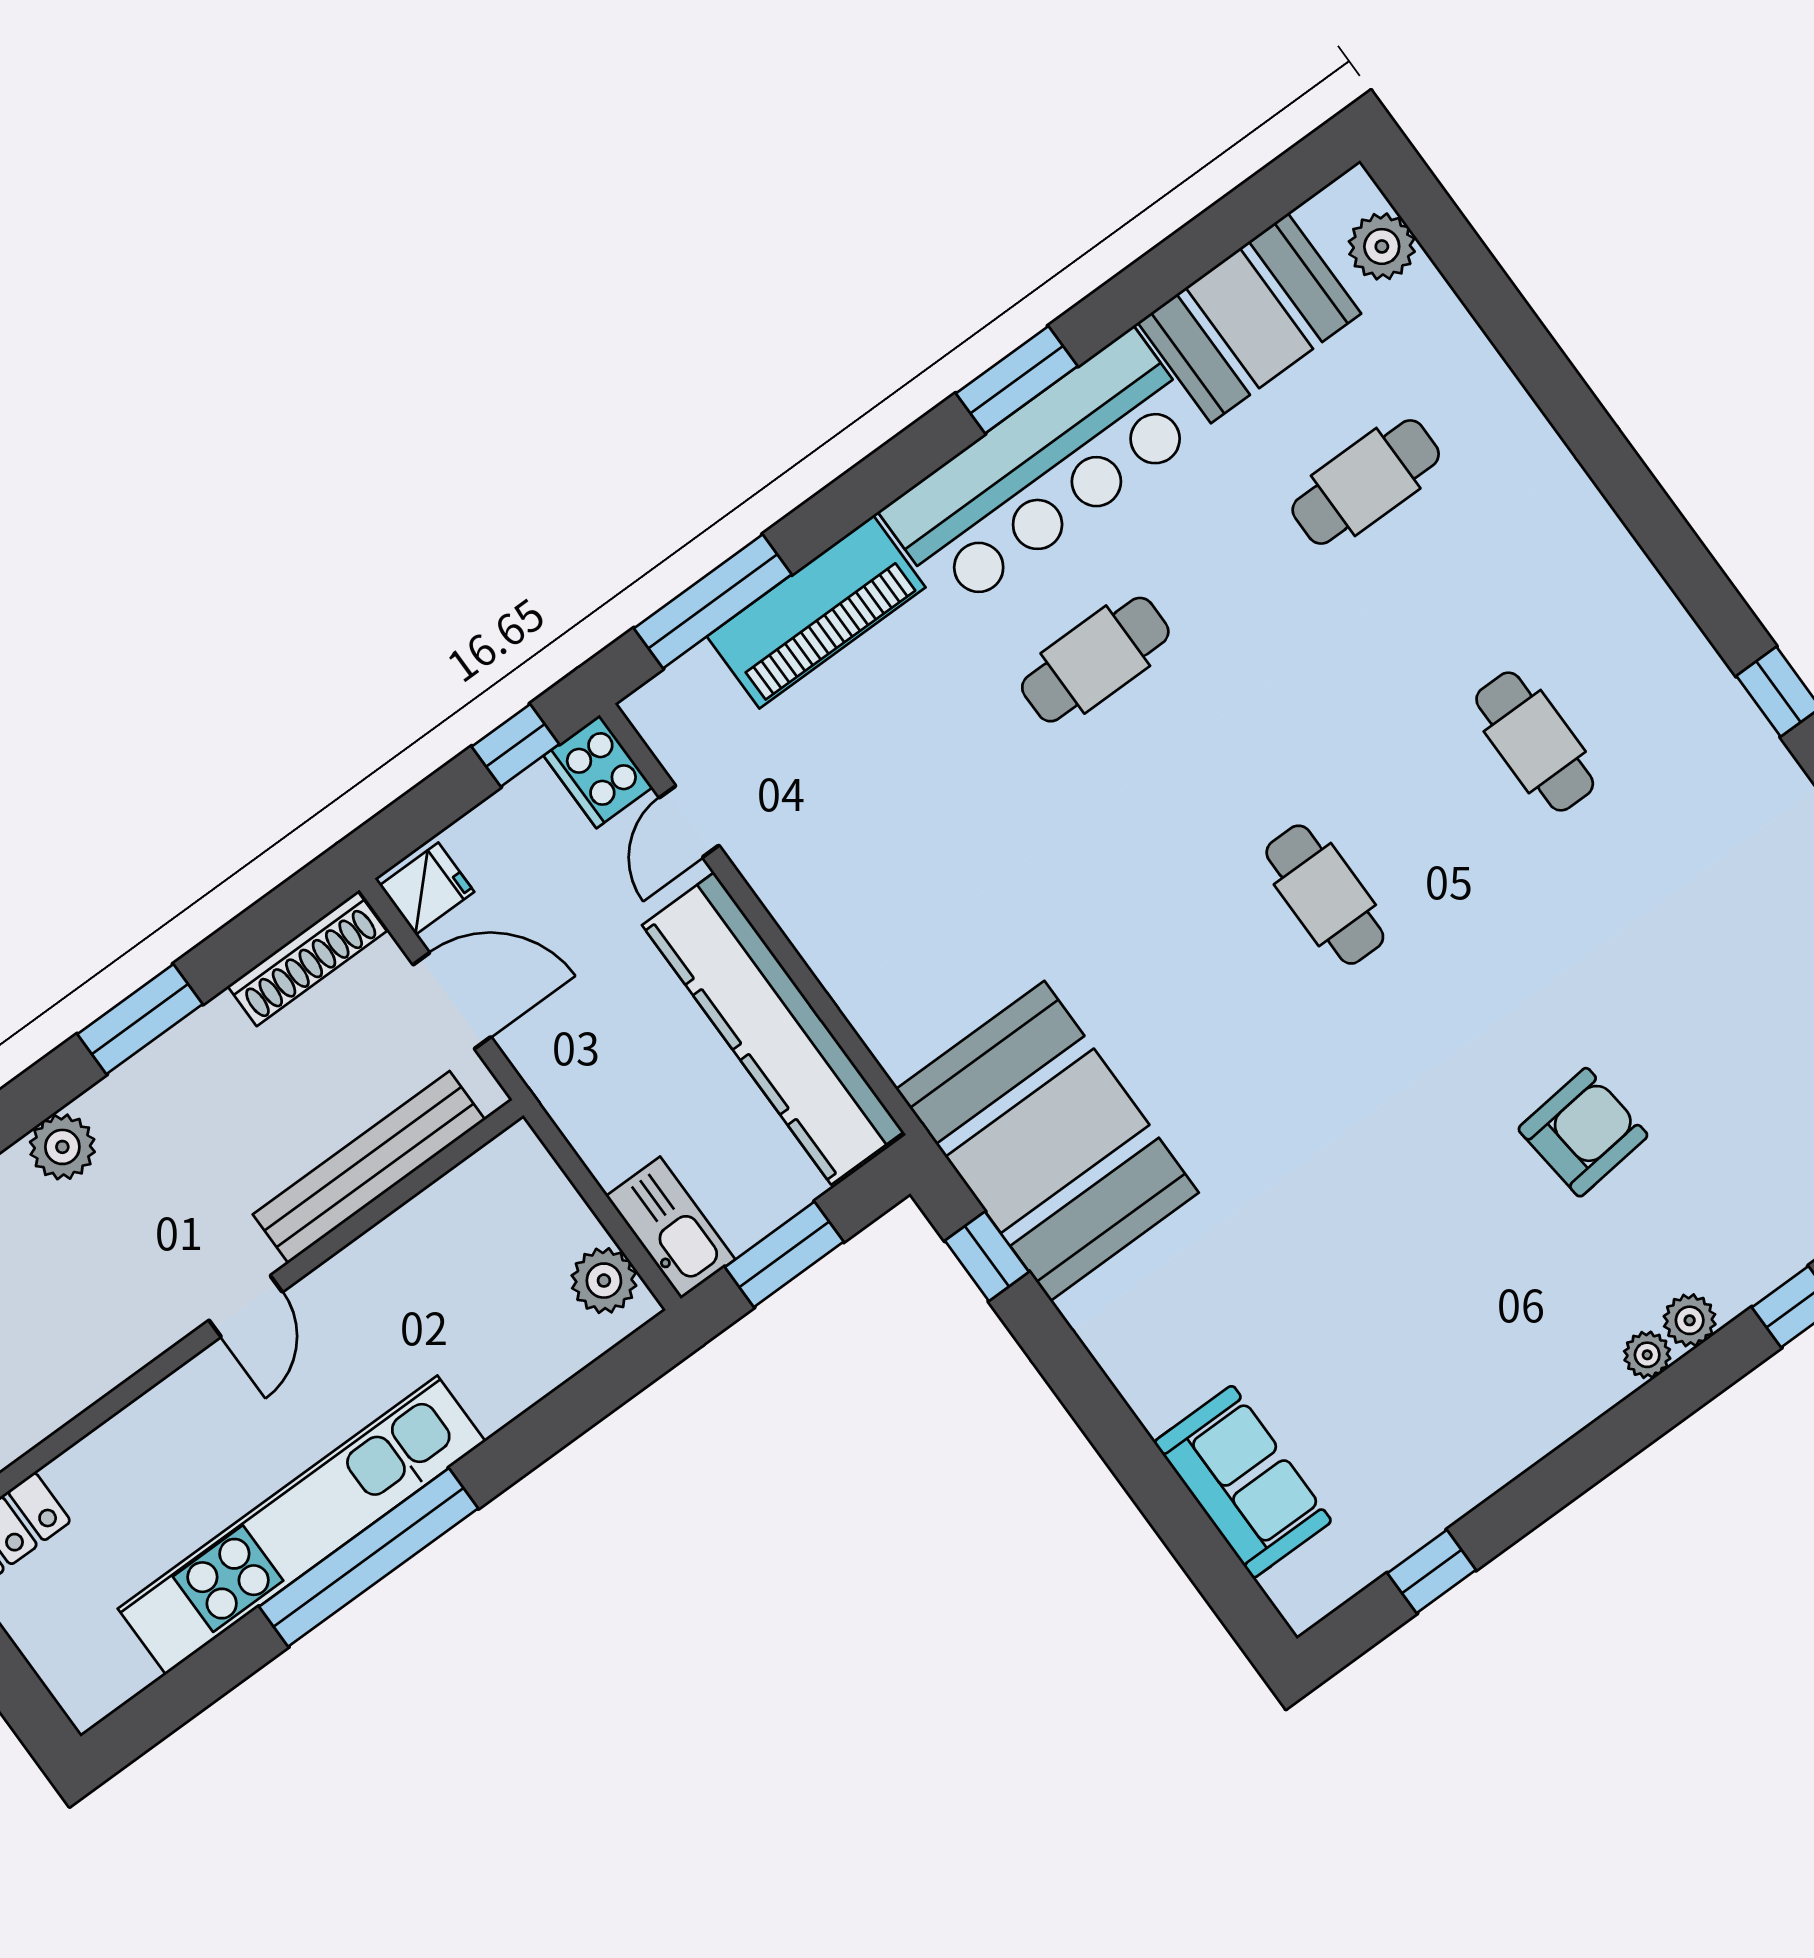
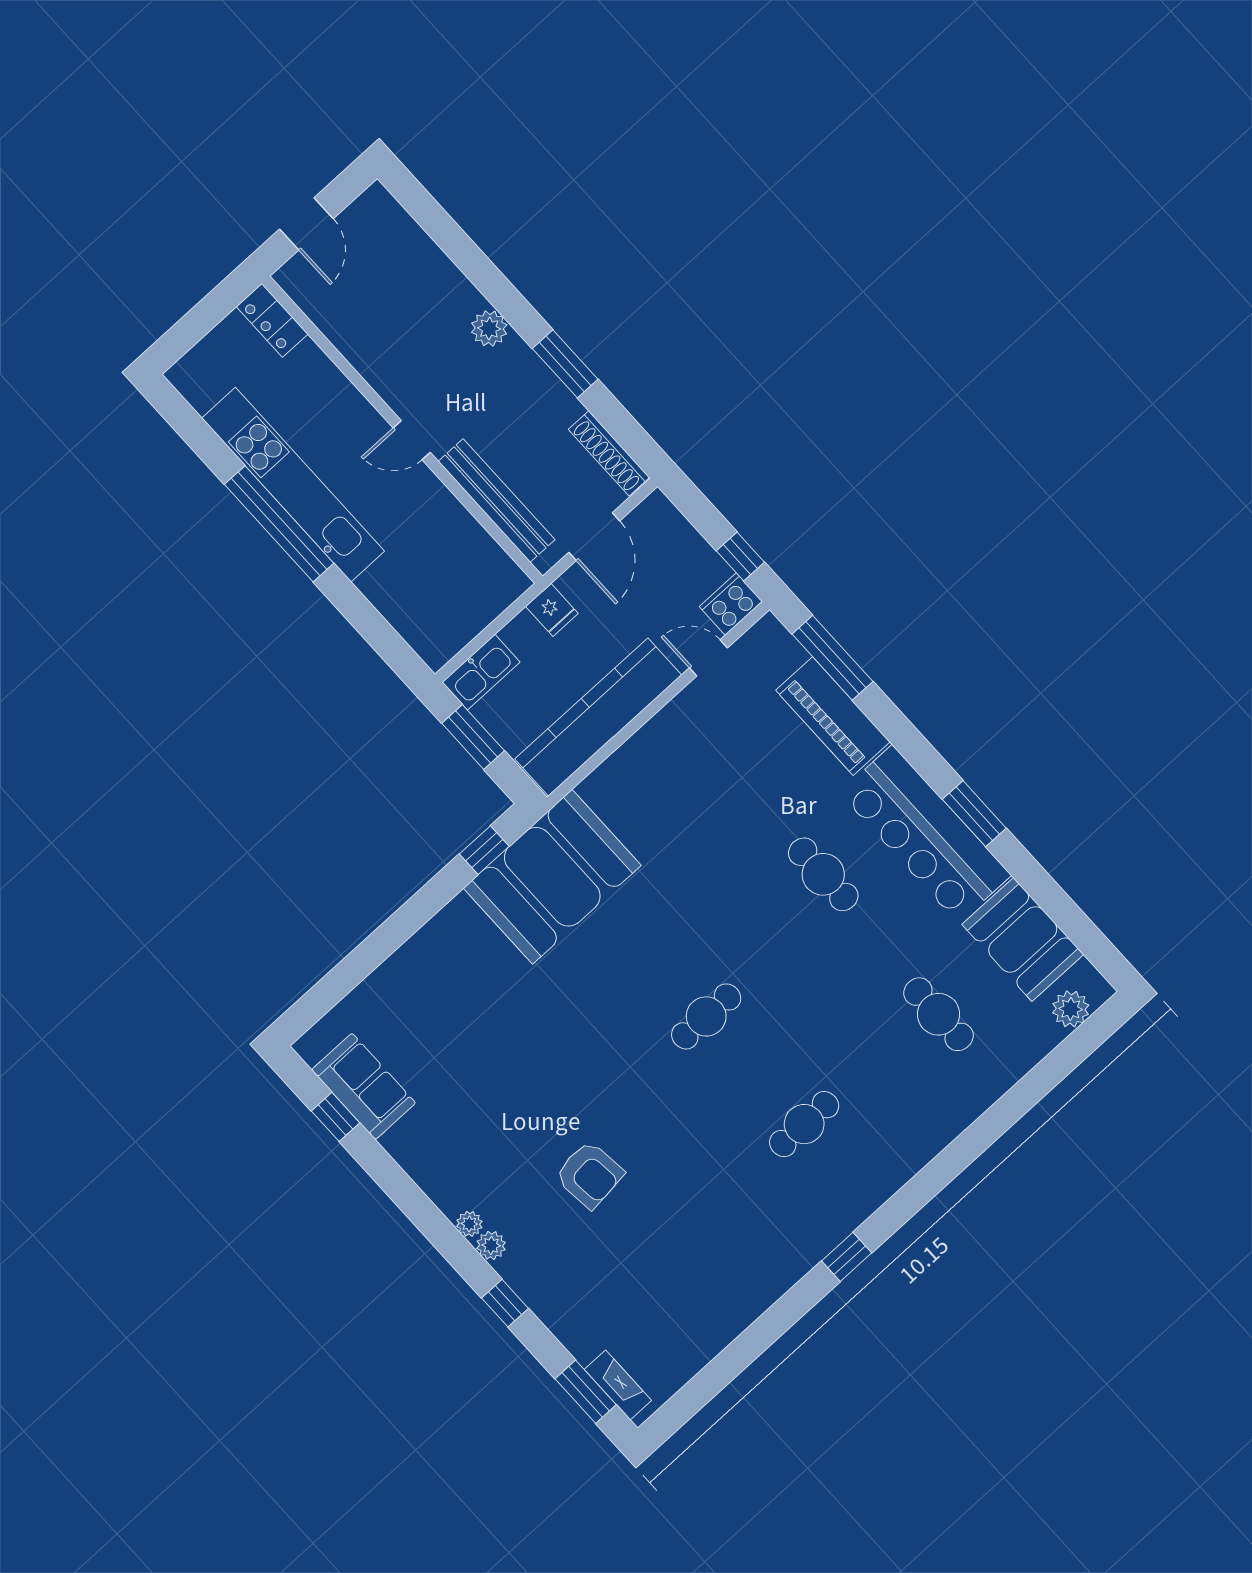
fridge: (427, 889) -> (552, 610), moved
plant: (604, 1281) -> (448, 638), removed
sofa: (1243, 1482) -> (364, 1086), moved, turned -90

